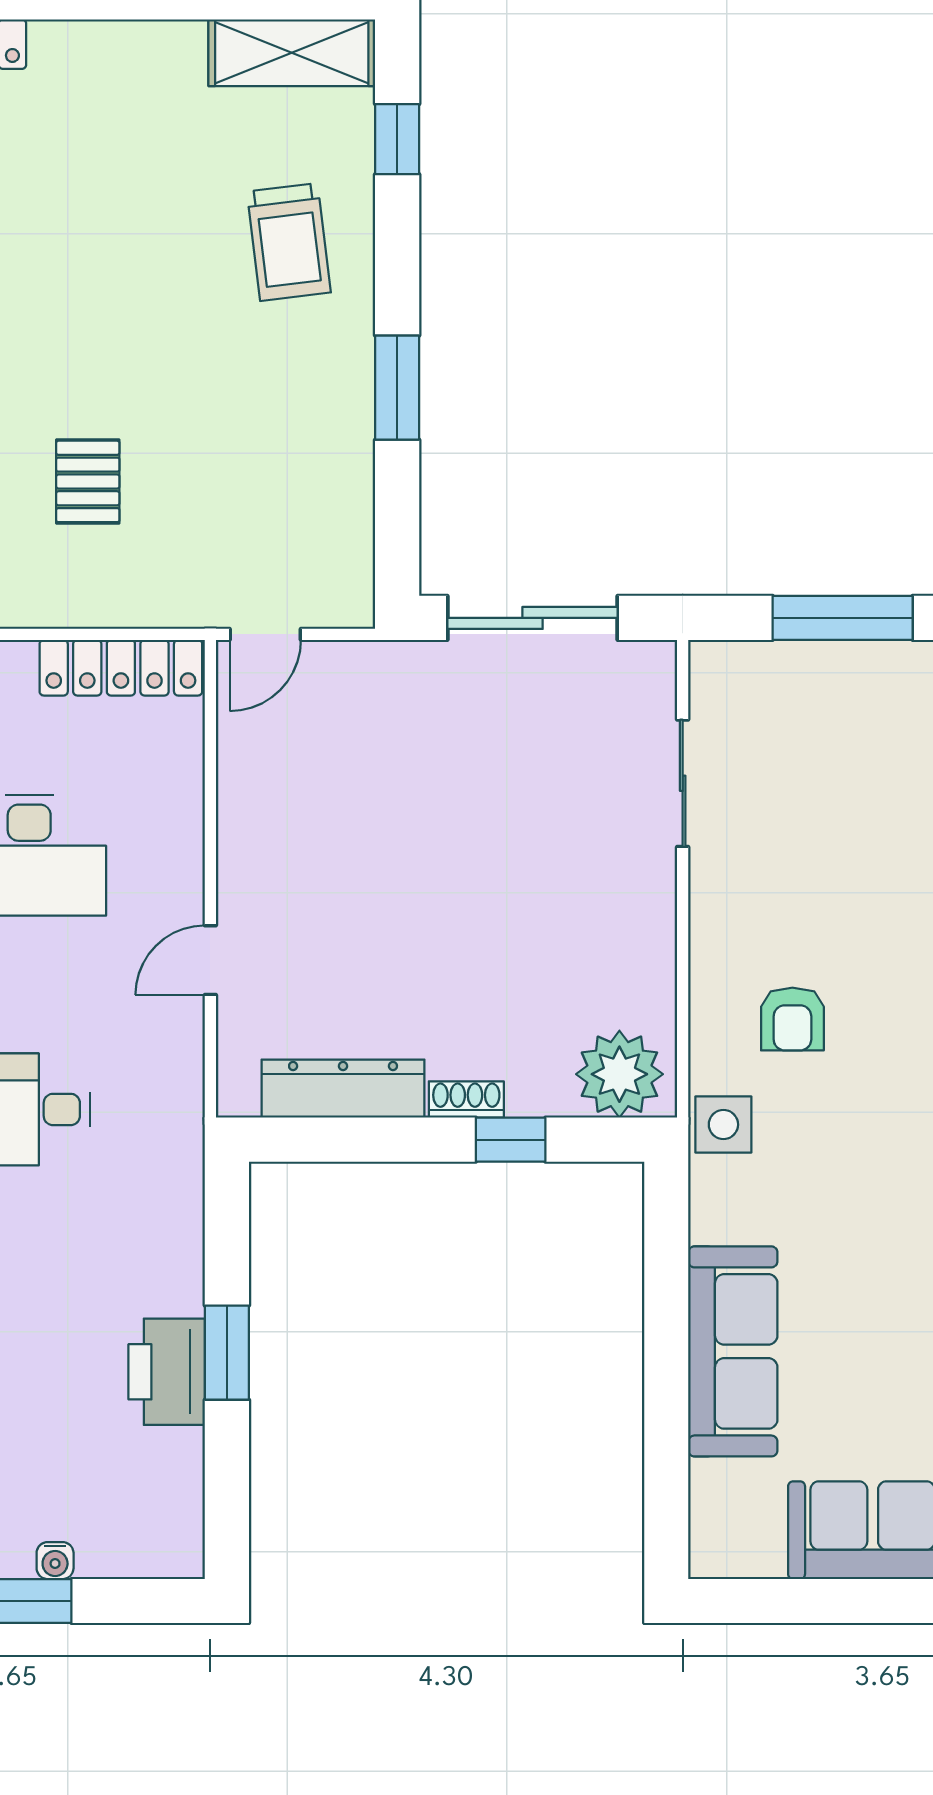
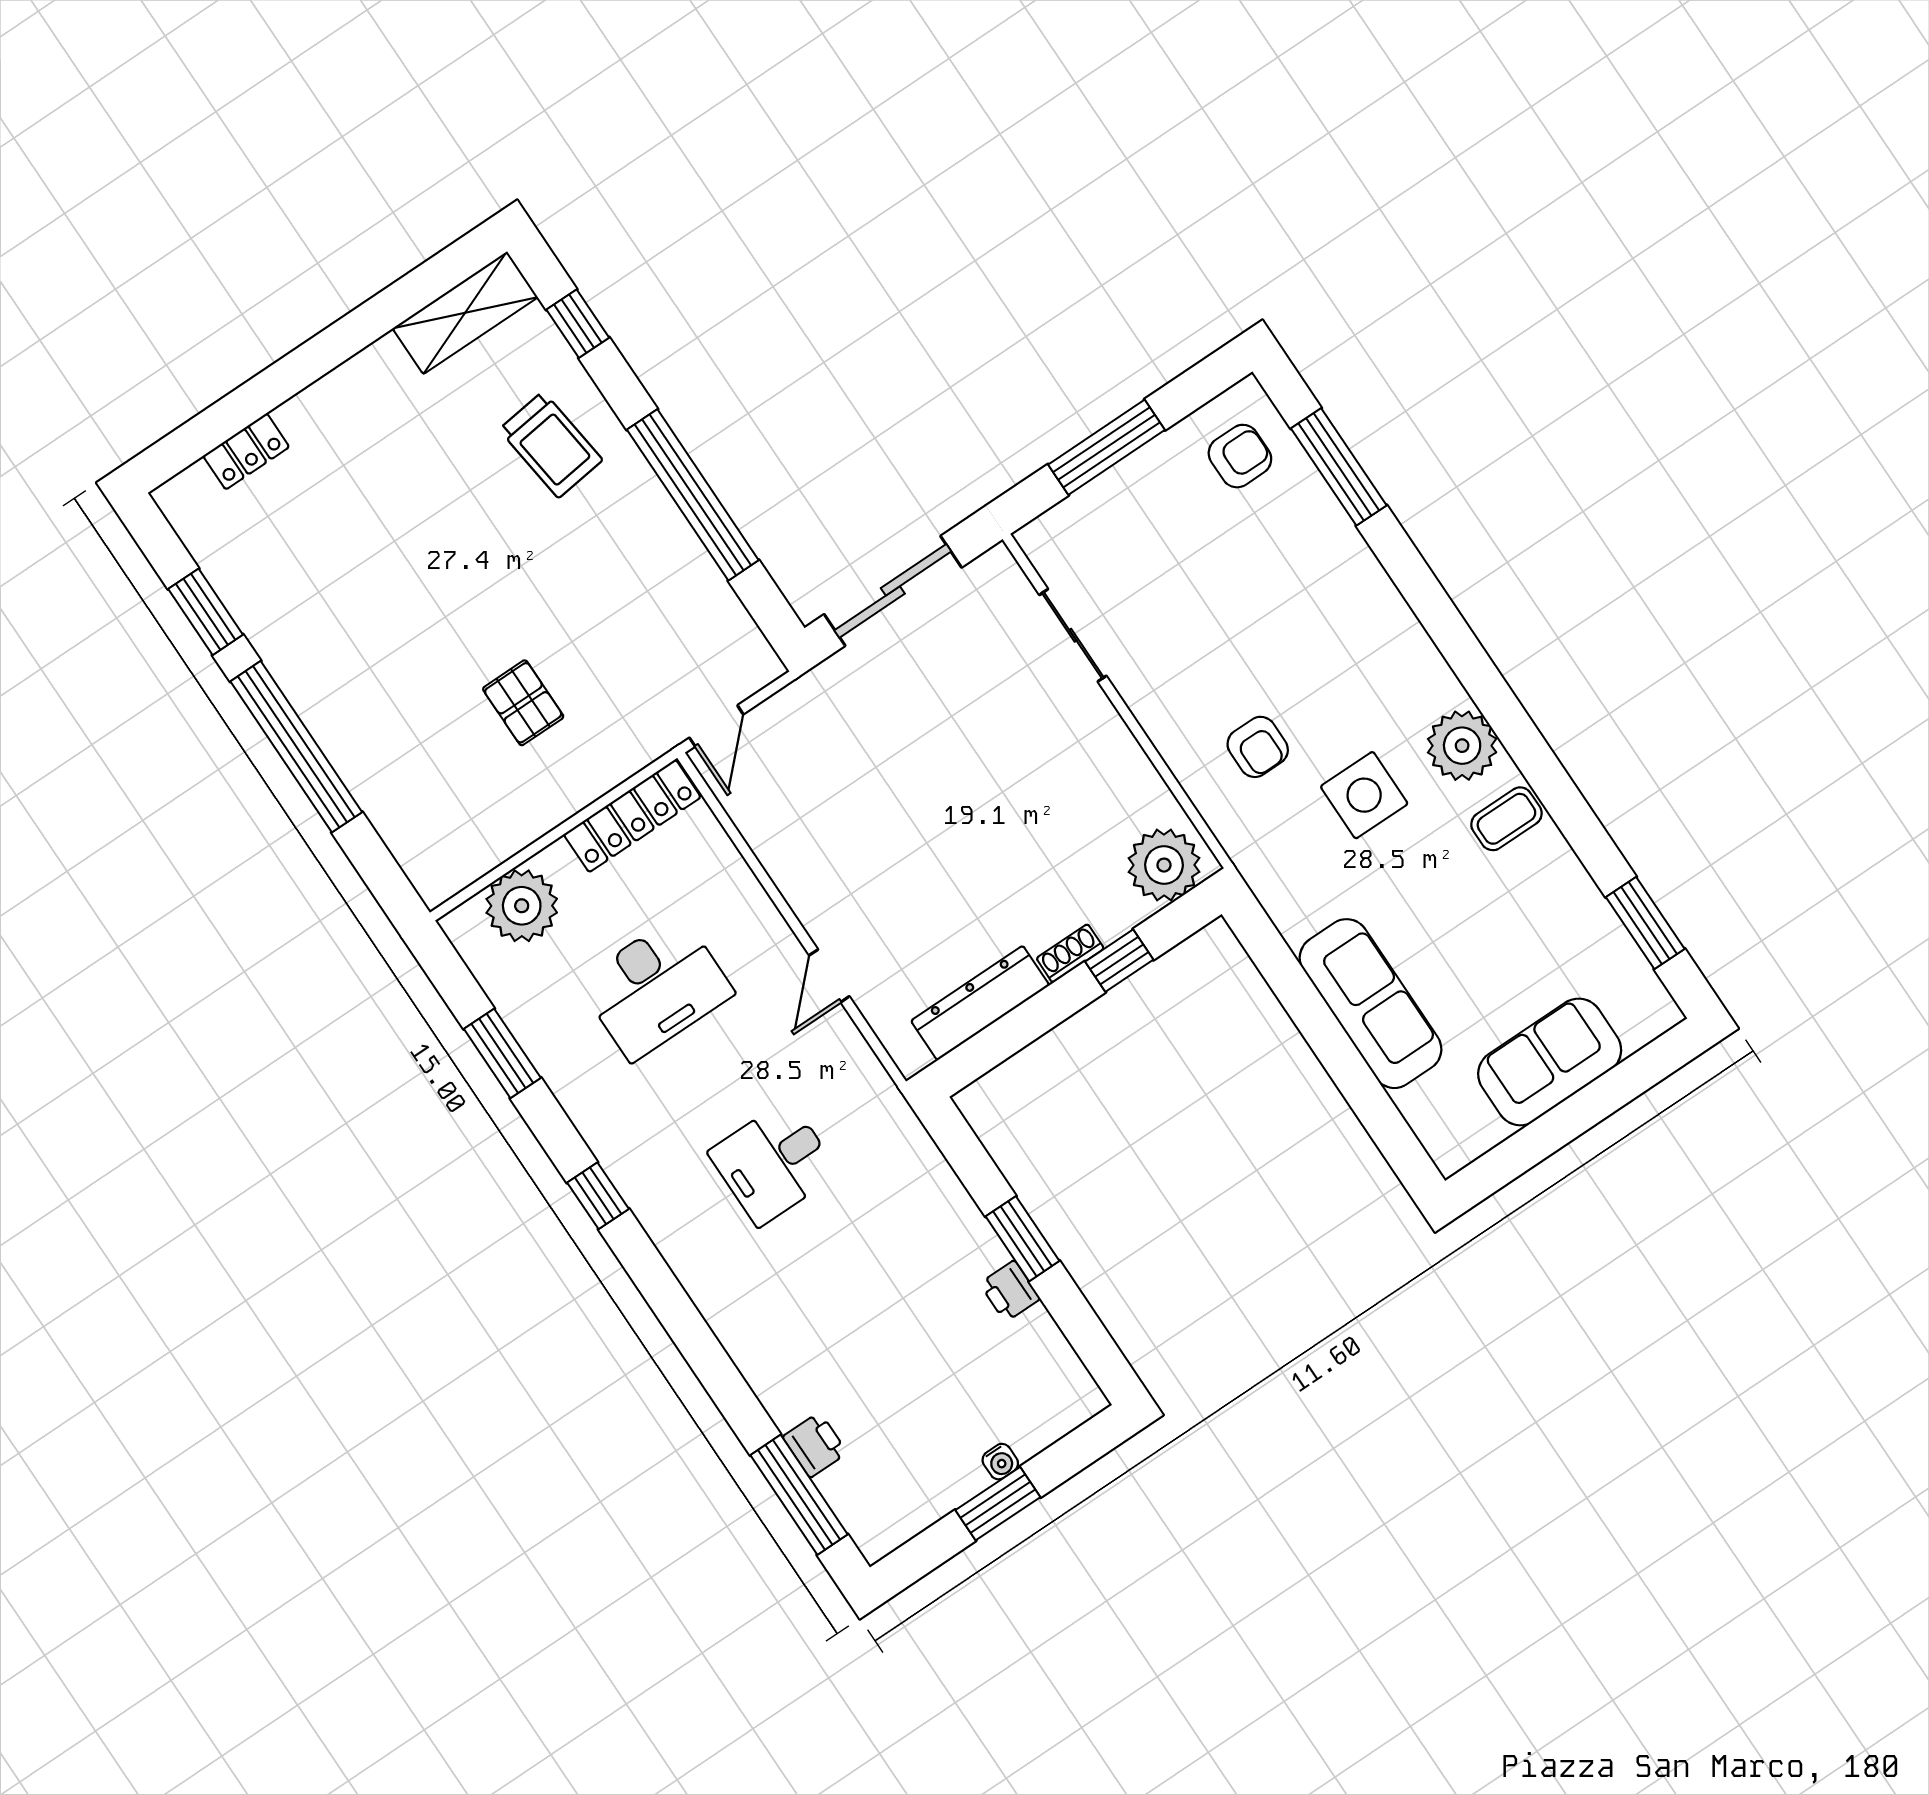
window: (397, 388) -> (693, 495), width x2.11
side table: (723, 1125) -> (1364, 795), moved, width x1.37, depth x1.37
printer: (167, 1372) -> (1010, 1291), width x0.53, depth x0.68

